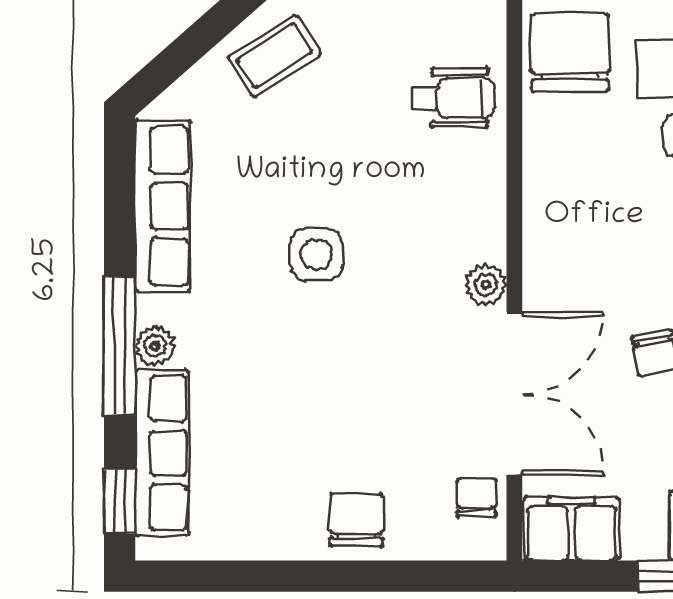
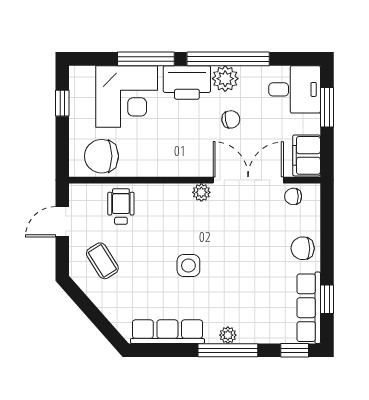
coffee table: (274, 56) -> (102, 261), moved
row of seats: (162, 453) -> (309, 308), moved, turned -90
window: (238, 576) -> (327, 299), added

